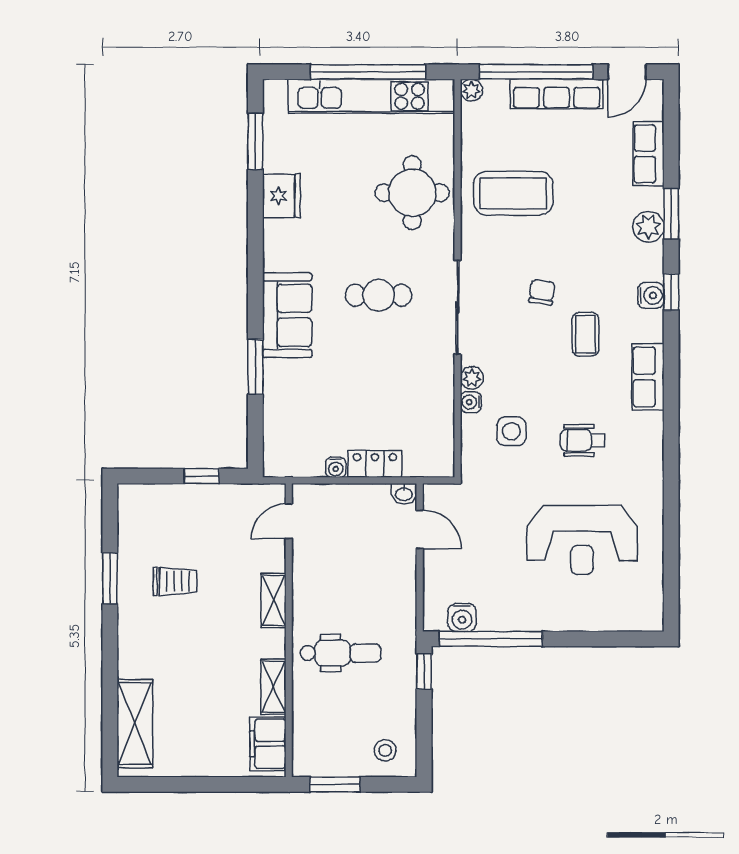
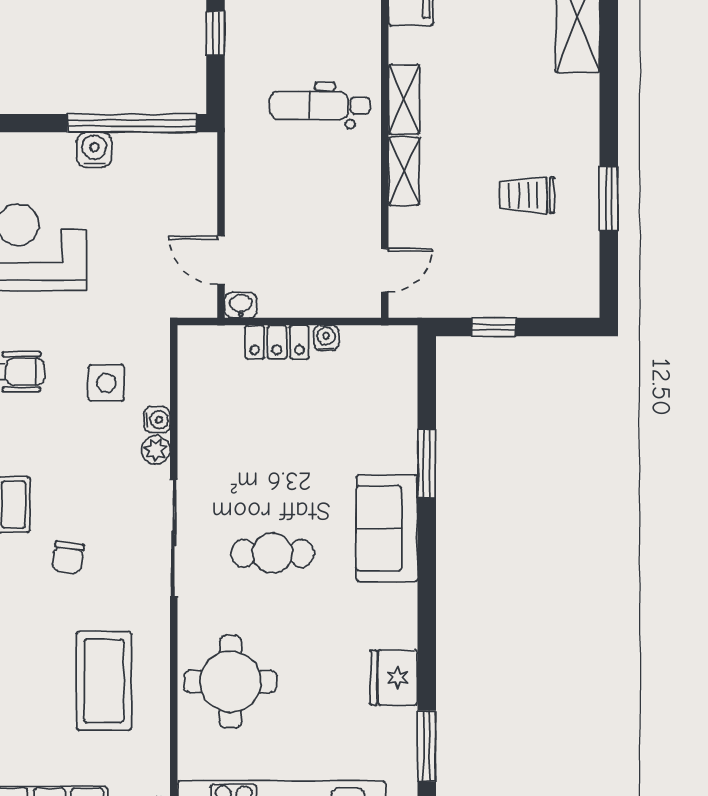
coffee table: (513, 193) -> (104, 681), turned 90
water cooler: (462, 618) -> (94, 150), moved
window: (424, 672) -> (216, 33), moved
shelving: (273, 687) -> (404, 99), moved

